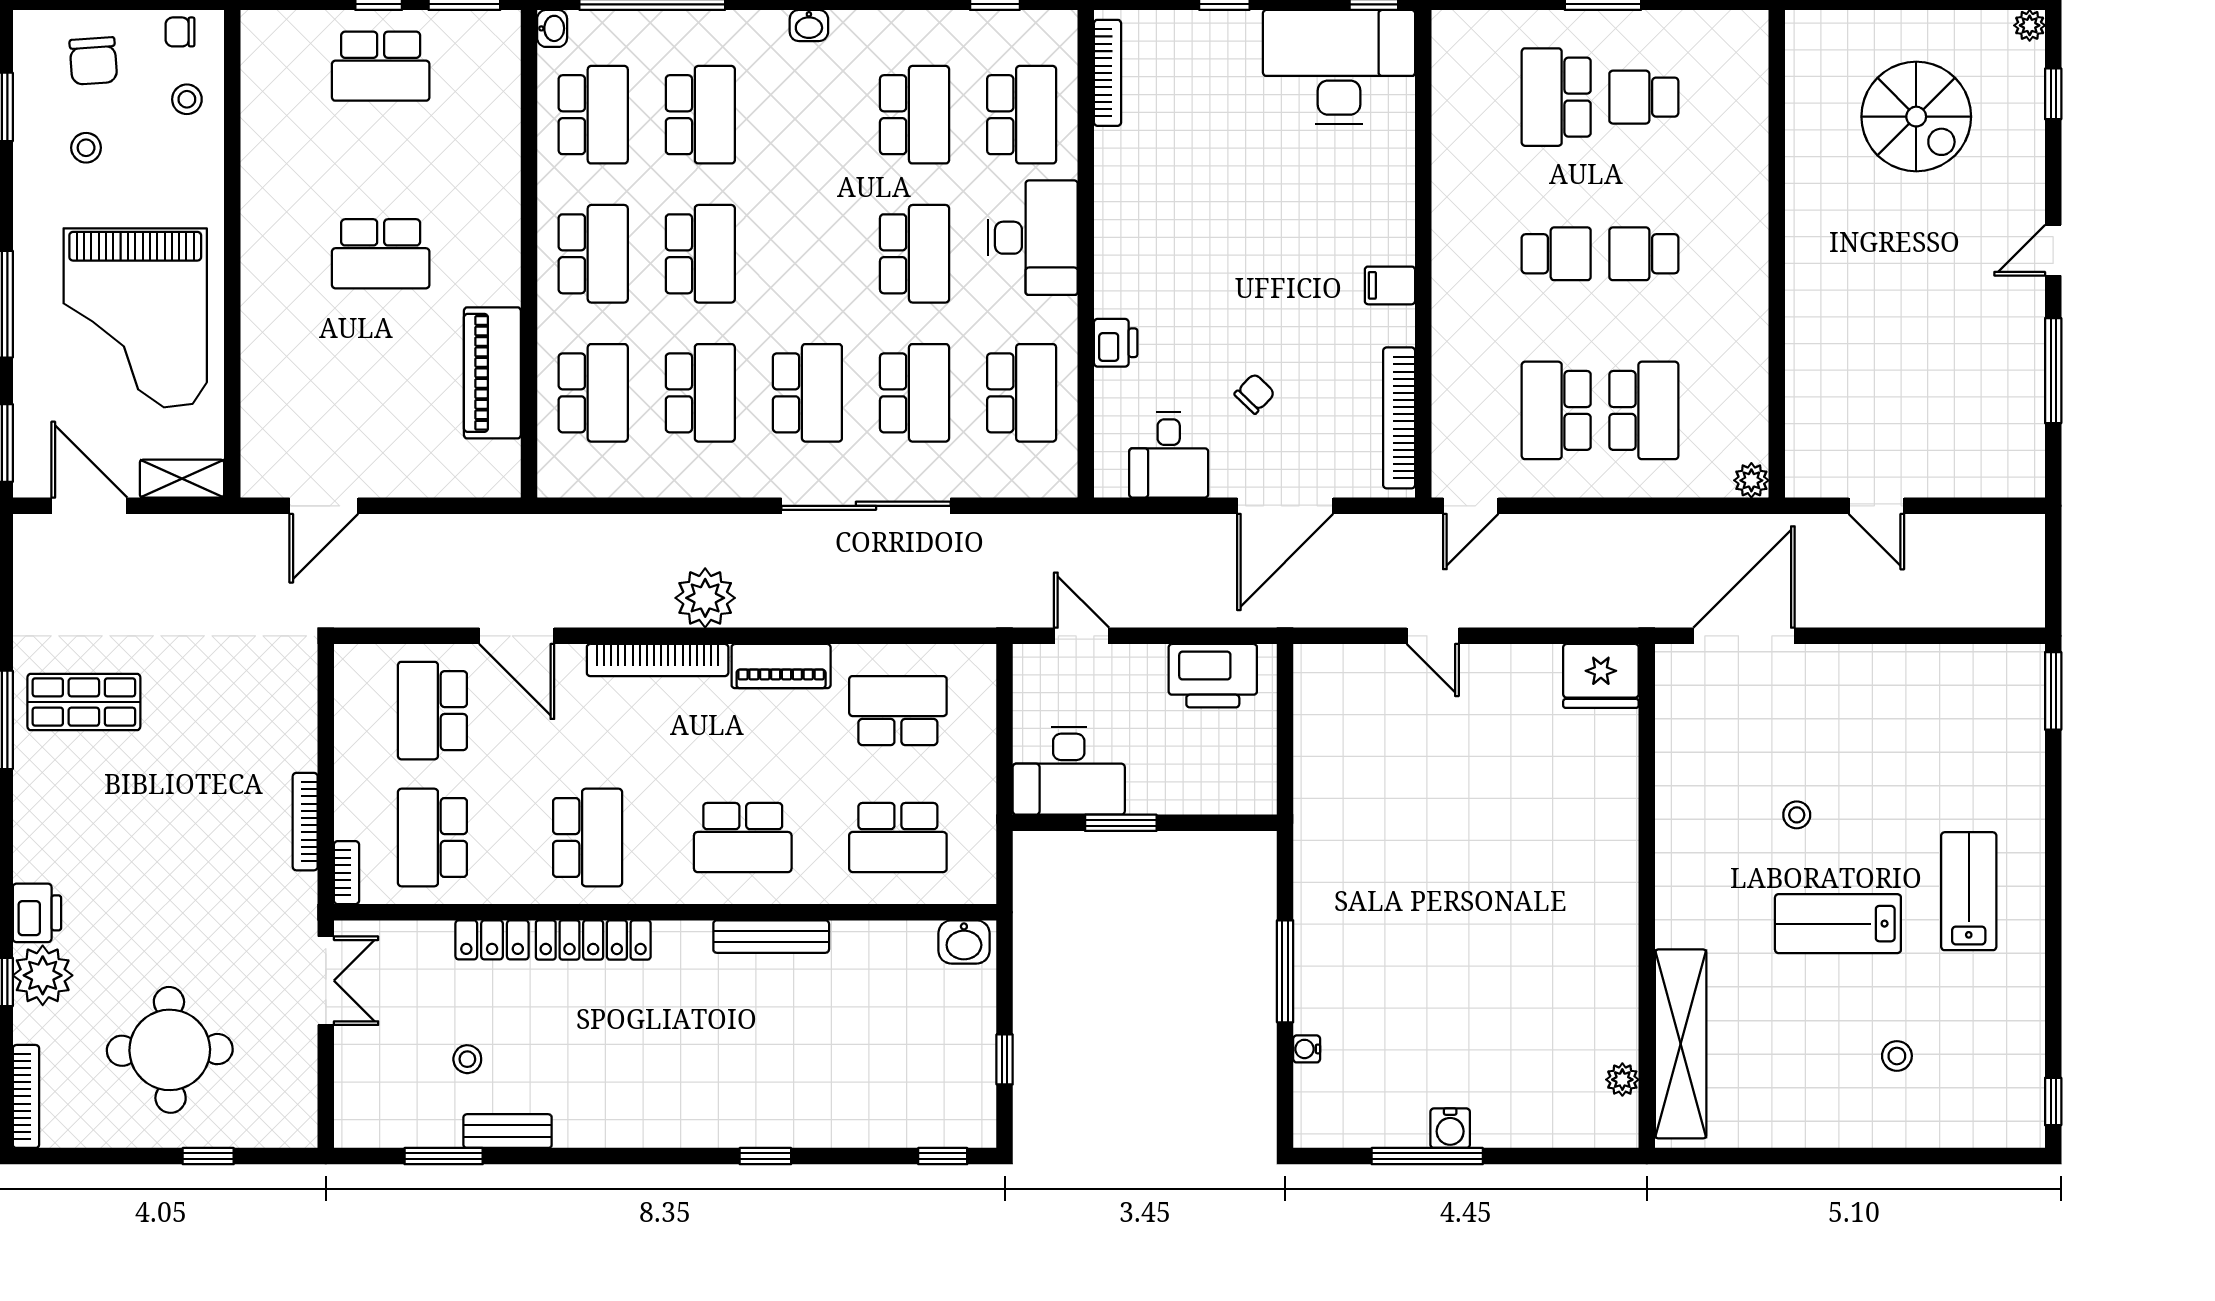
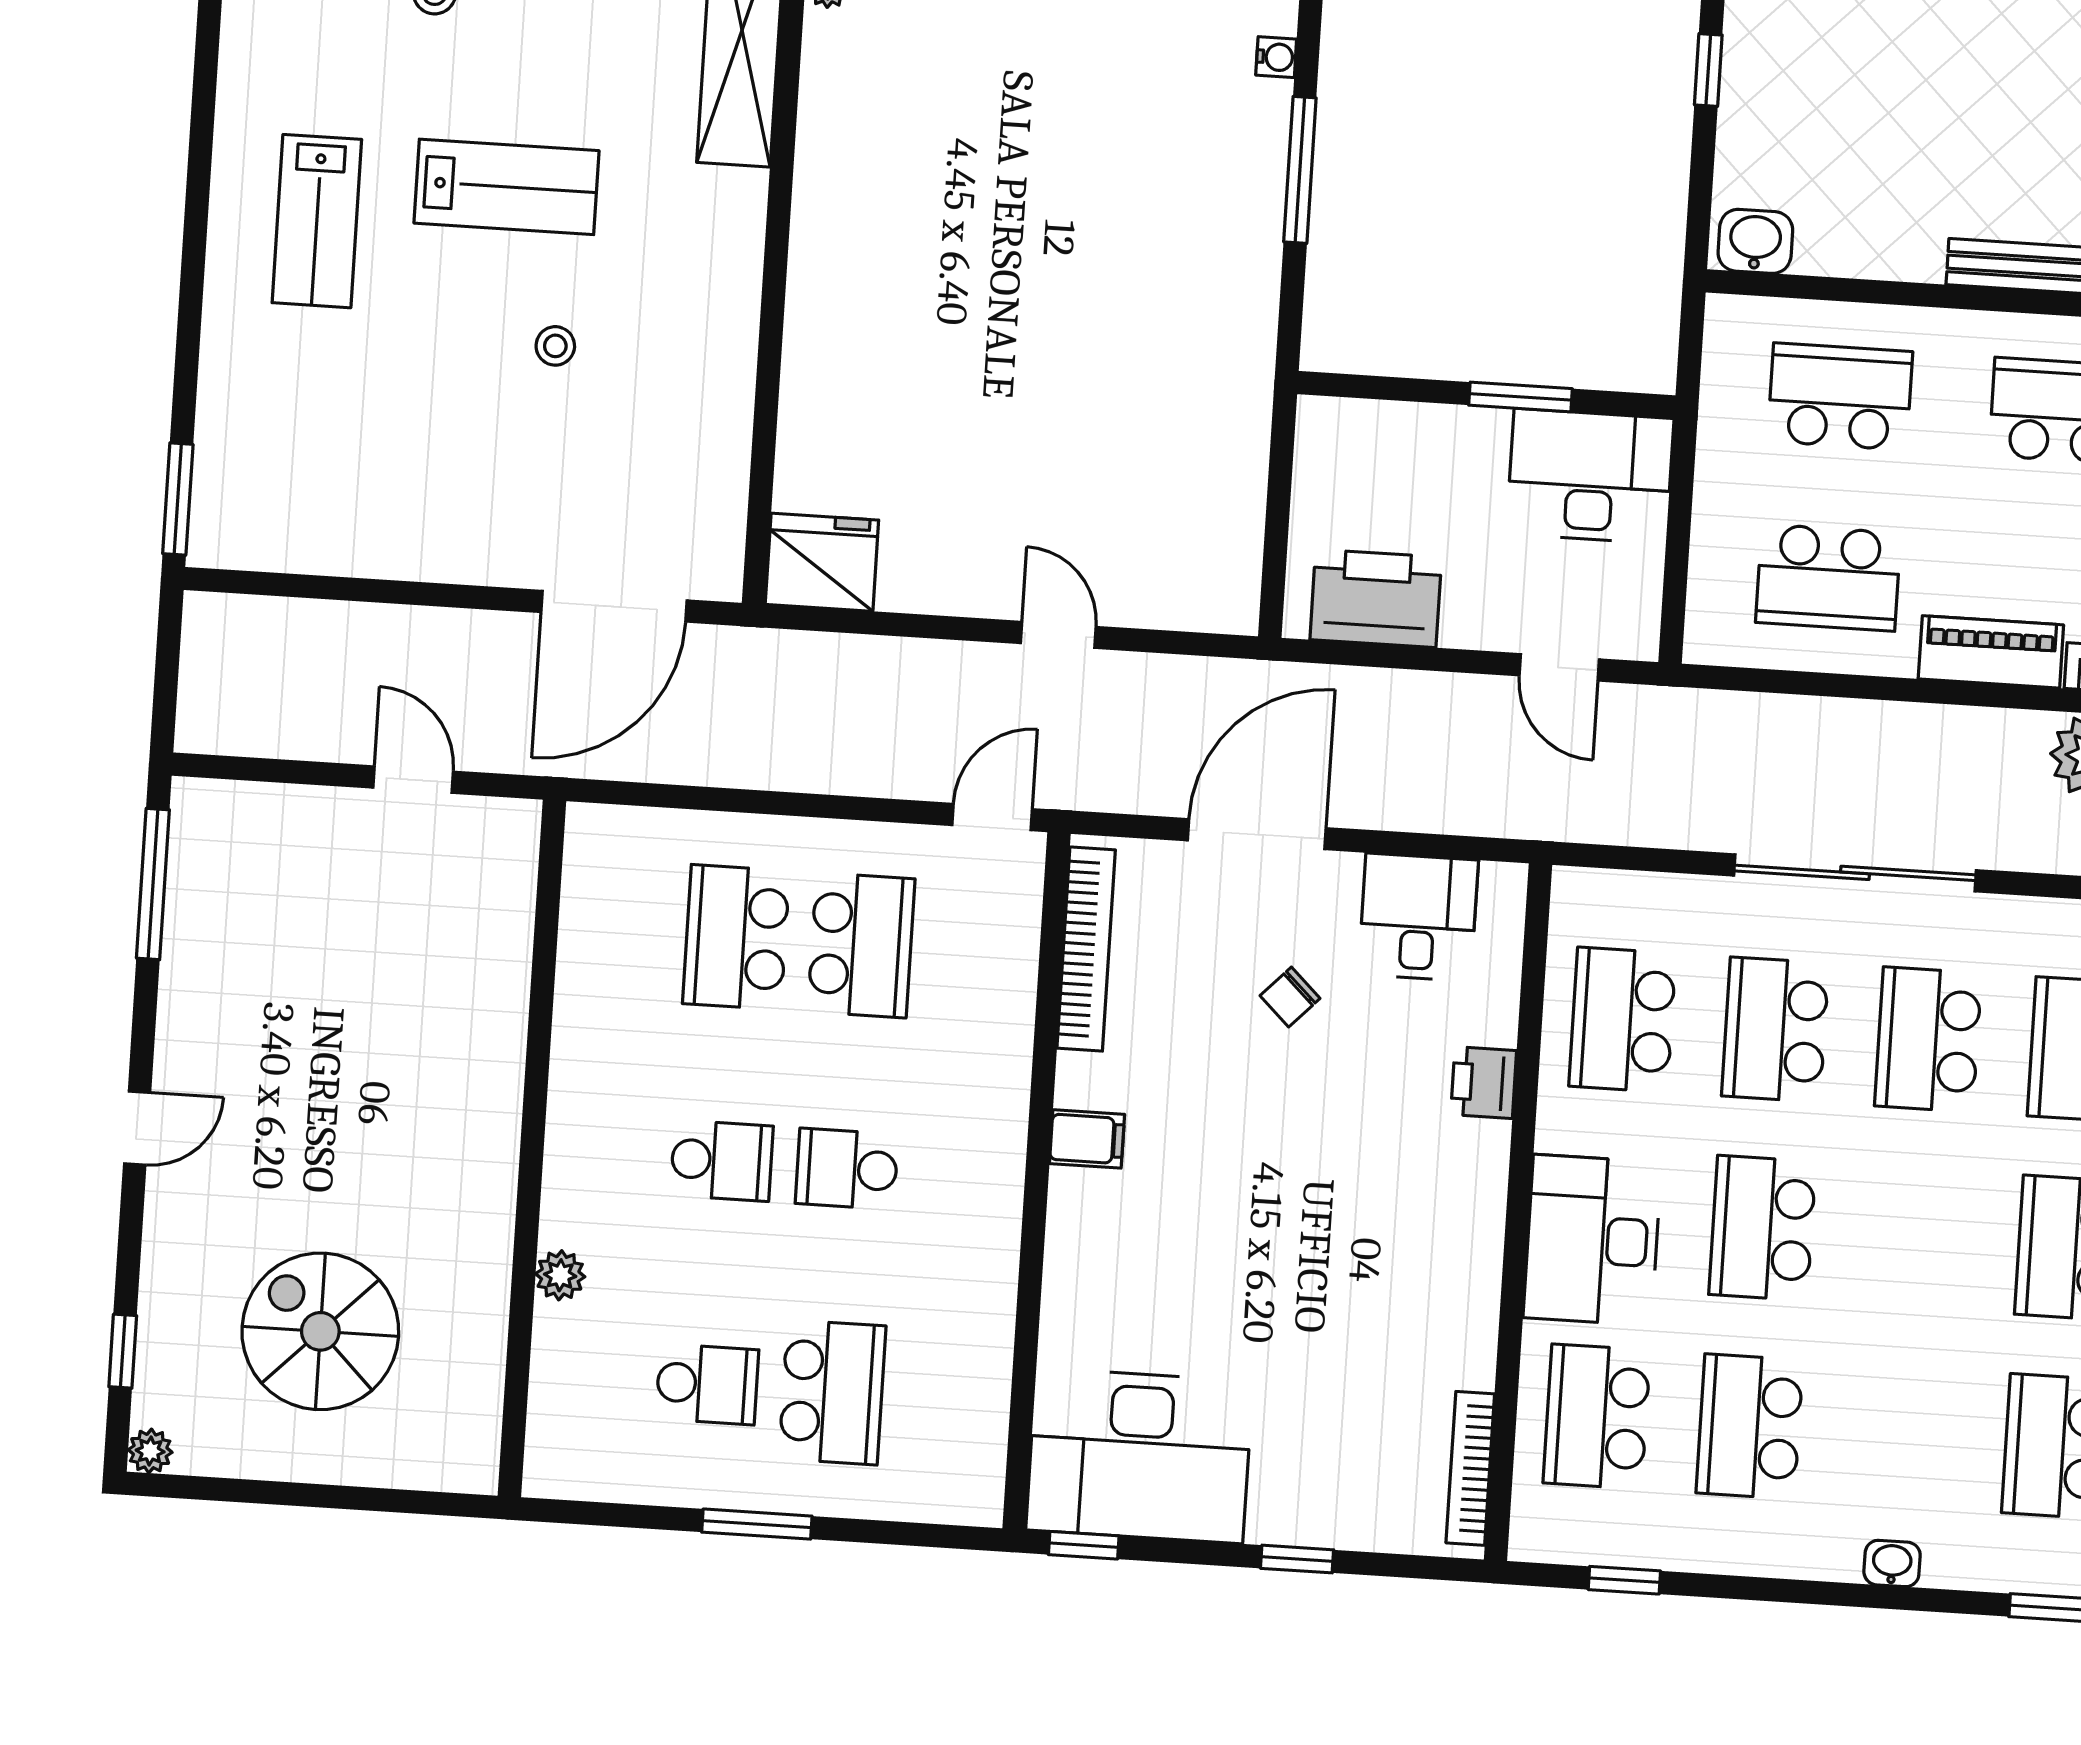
window: (2053, 371) -> (153, 884), moved
plant: (1751, 480) -> (560, 1275), moved

